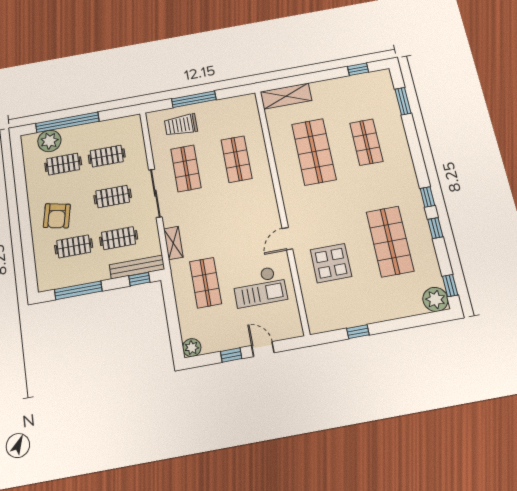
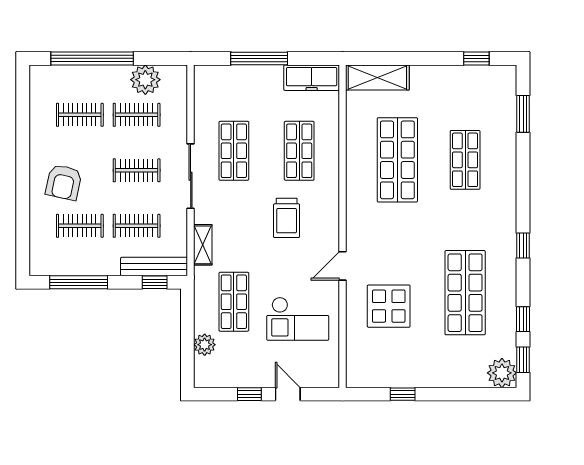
freezer: (236, 105) -> (312, 78), added
trolley: (181, 125) -> (287, 218), moved, turned -90
plant: (49, 141) -> (145, 80), moved
window: (435, 228) -> (523, 319), moved
plant: (192, 348) -> (205, 345), moved

